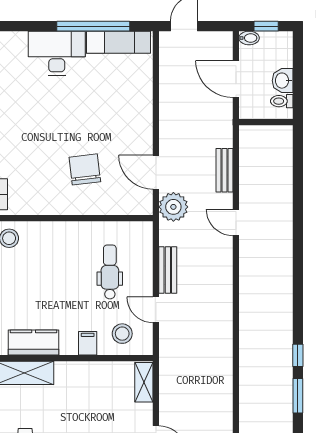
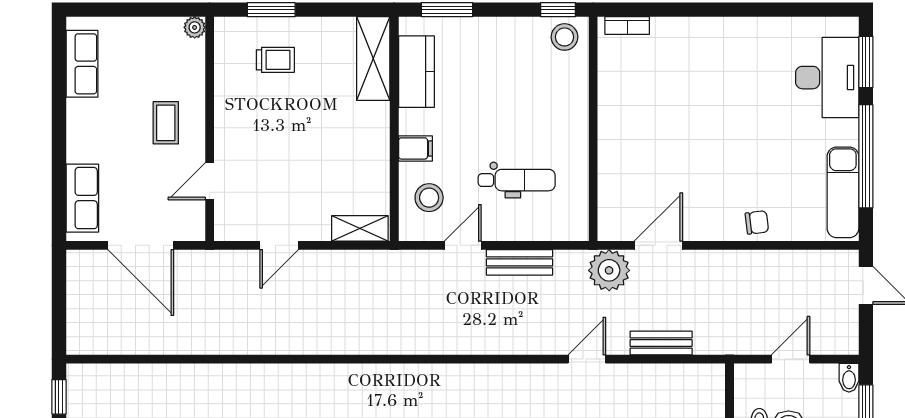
window: (27, 26) -> (866, 62), added
desk: (57, 53) -> (827, 78), moved
door: (236, 79) -> (791, 359), width x0.73
chair: (85, 169) -> (757, 222), moved, width x0.54, depth x0.54

